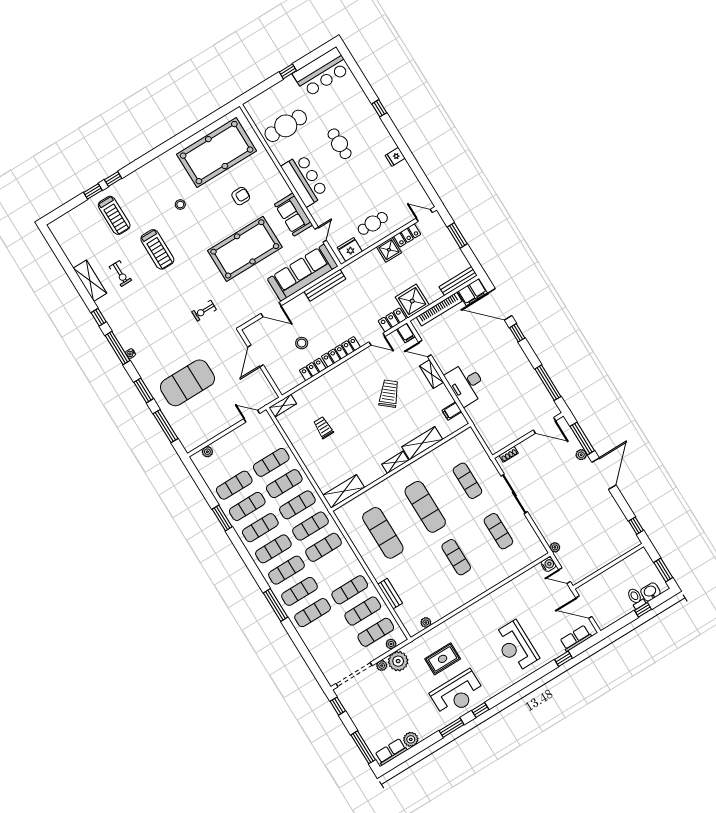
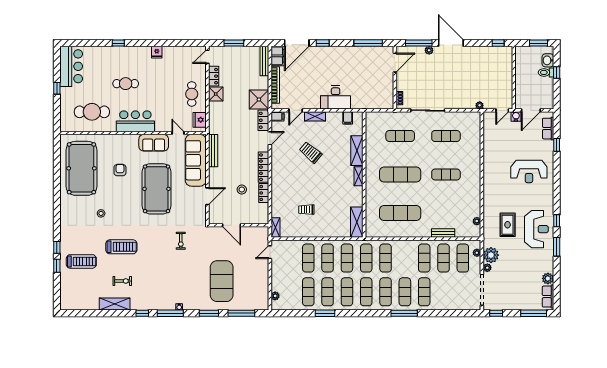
cafe table: (286, 126) -> (92, 112), turned 90
water cooler: (548, 564) -> (516, 116), moved

